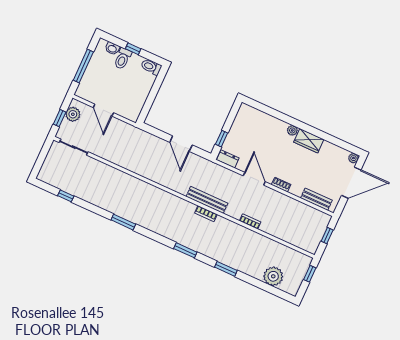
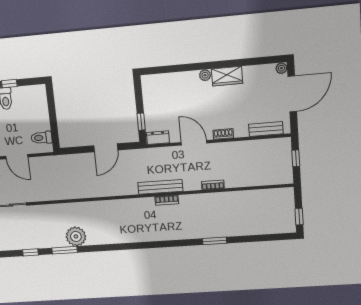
toilet: (151, 67) -> (42, 138), moved
door: (181, 144) -> (106, 148), hinge flipped
window: (123, 222) -> (65, 250), moved
window: (185, 250) -> (167, 244), removed
window: (310, 274) -> (299, 217), moved
plant: (273, 276) -> (76, 236), moved

